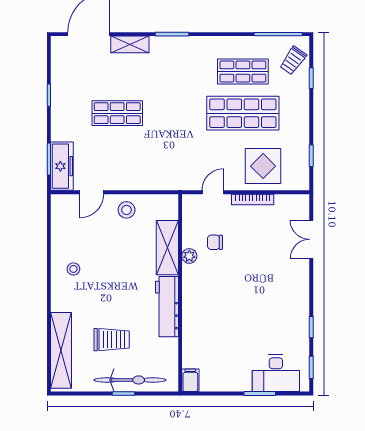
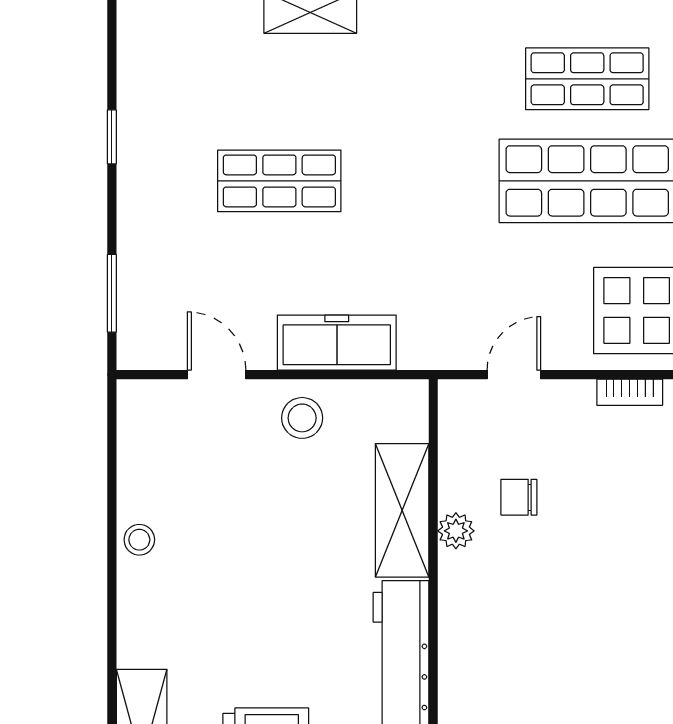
freezer: (62, 166) -> (337, 343), moved, turned -90
door: (92, 192) -> (217, 375), swing flipped
bookcase: (253, 199) -> (630, 392), width x0.64
stool: (73, 269) -> (139, 540), moved

